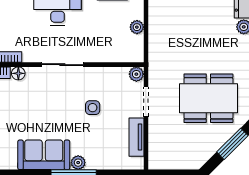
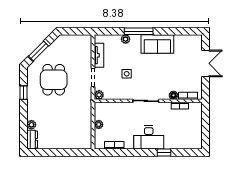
dining table: (208, 98) -> (54, 80), width x0.73
plant: (78, 163) -> (126, 39), moved

